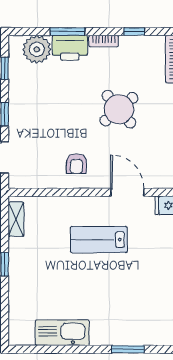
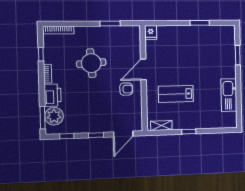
window: (67, 32) -> (43, 118), moved
round table: (119, 109) -> (91, 63), turned 36
door: (127, 192) -> (143, 69), moved
lab bench: (99, 240) -> (176, 94), moved, turned 90

